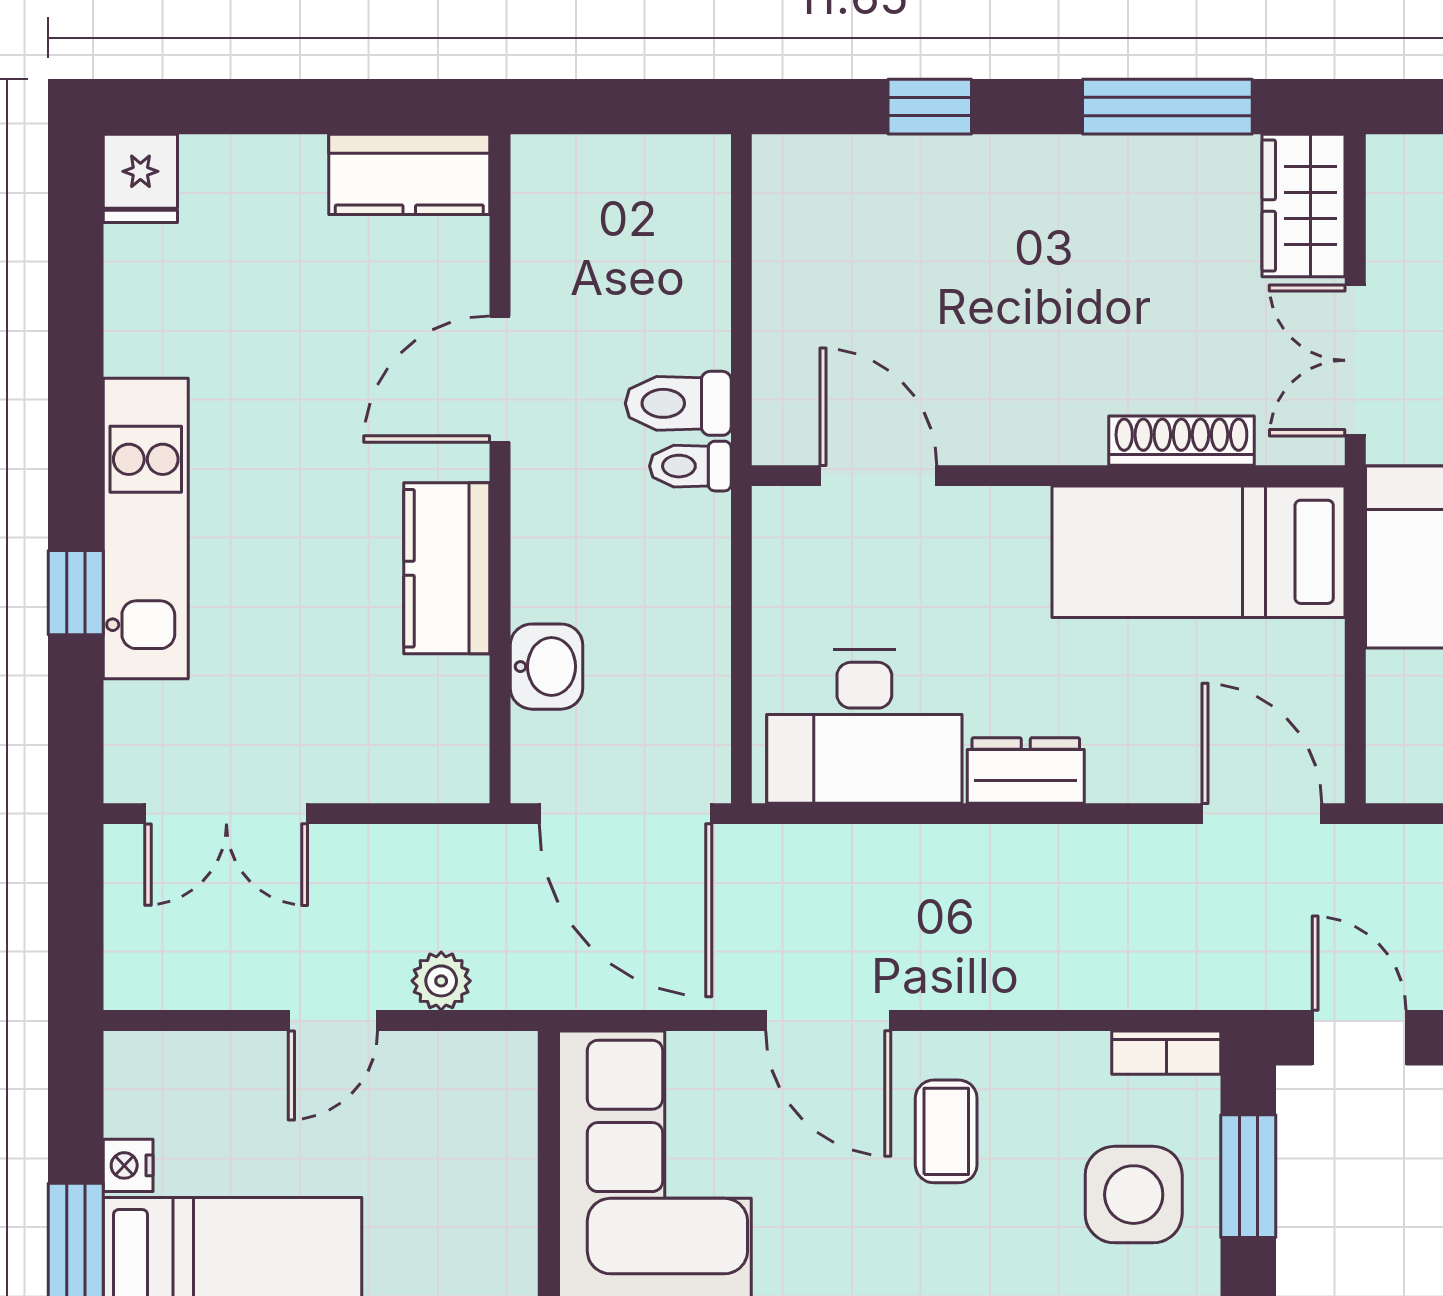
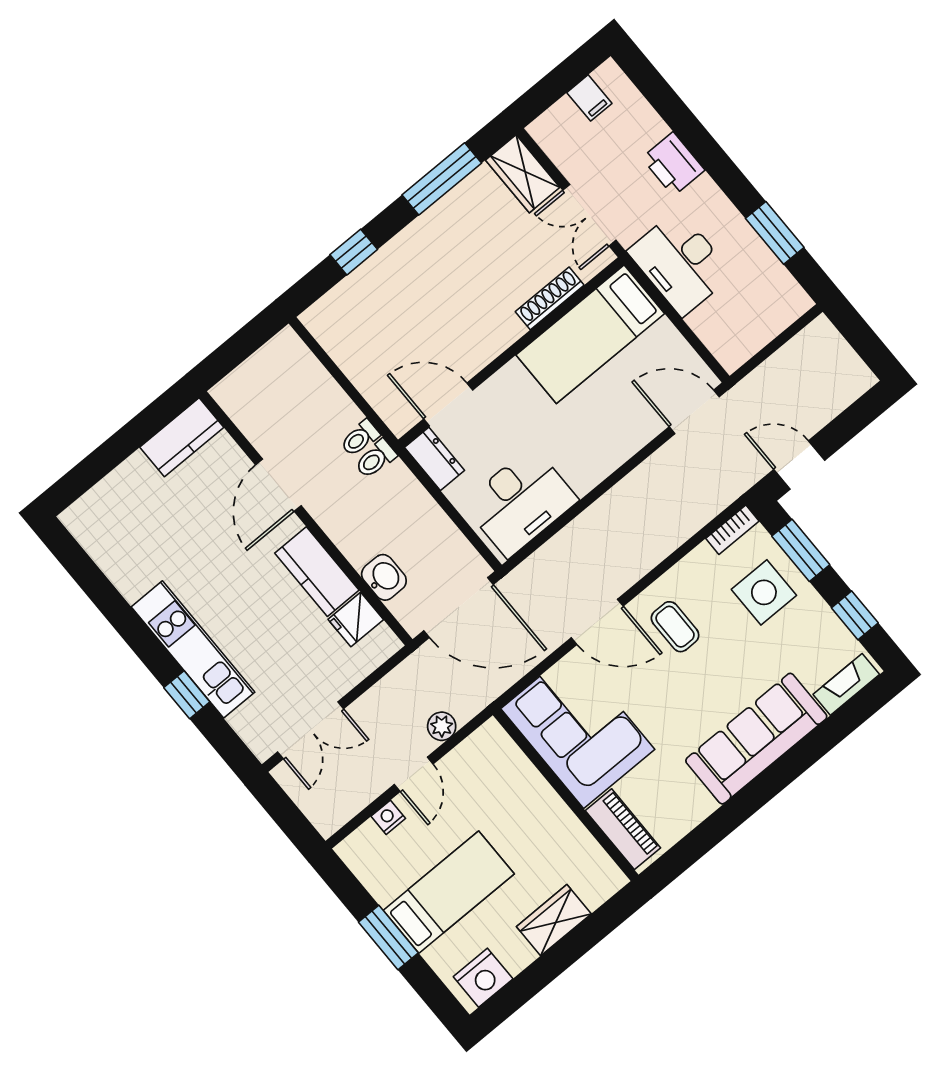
fridge: (140, 178) -> (356, 620), moved, turned 90
toilet: (678, 403) -> (360, 438), width x0.73, depth x0.72
dresser: (1026, 770) -> (435, 459), moved, turned 90
nightstand: (128, 1165) -> (388, 817), moved, turned 90

